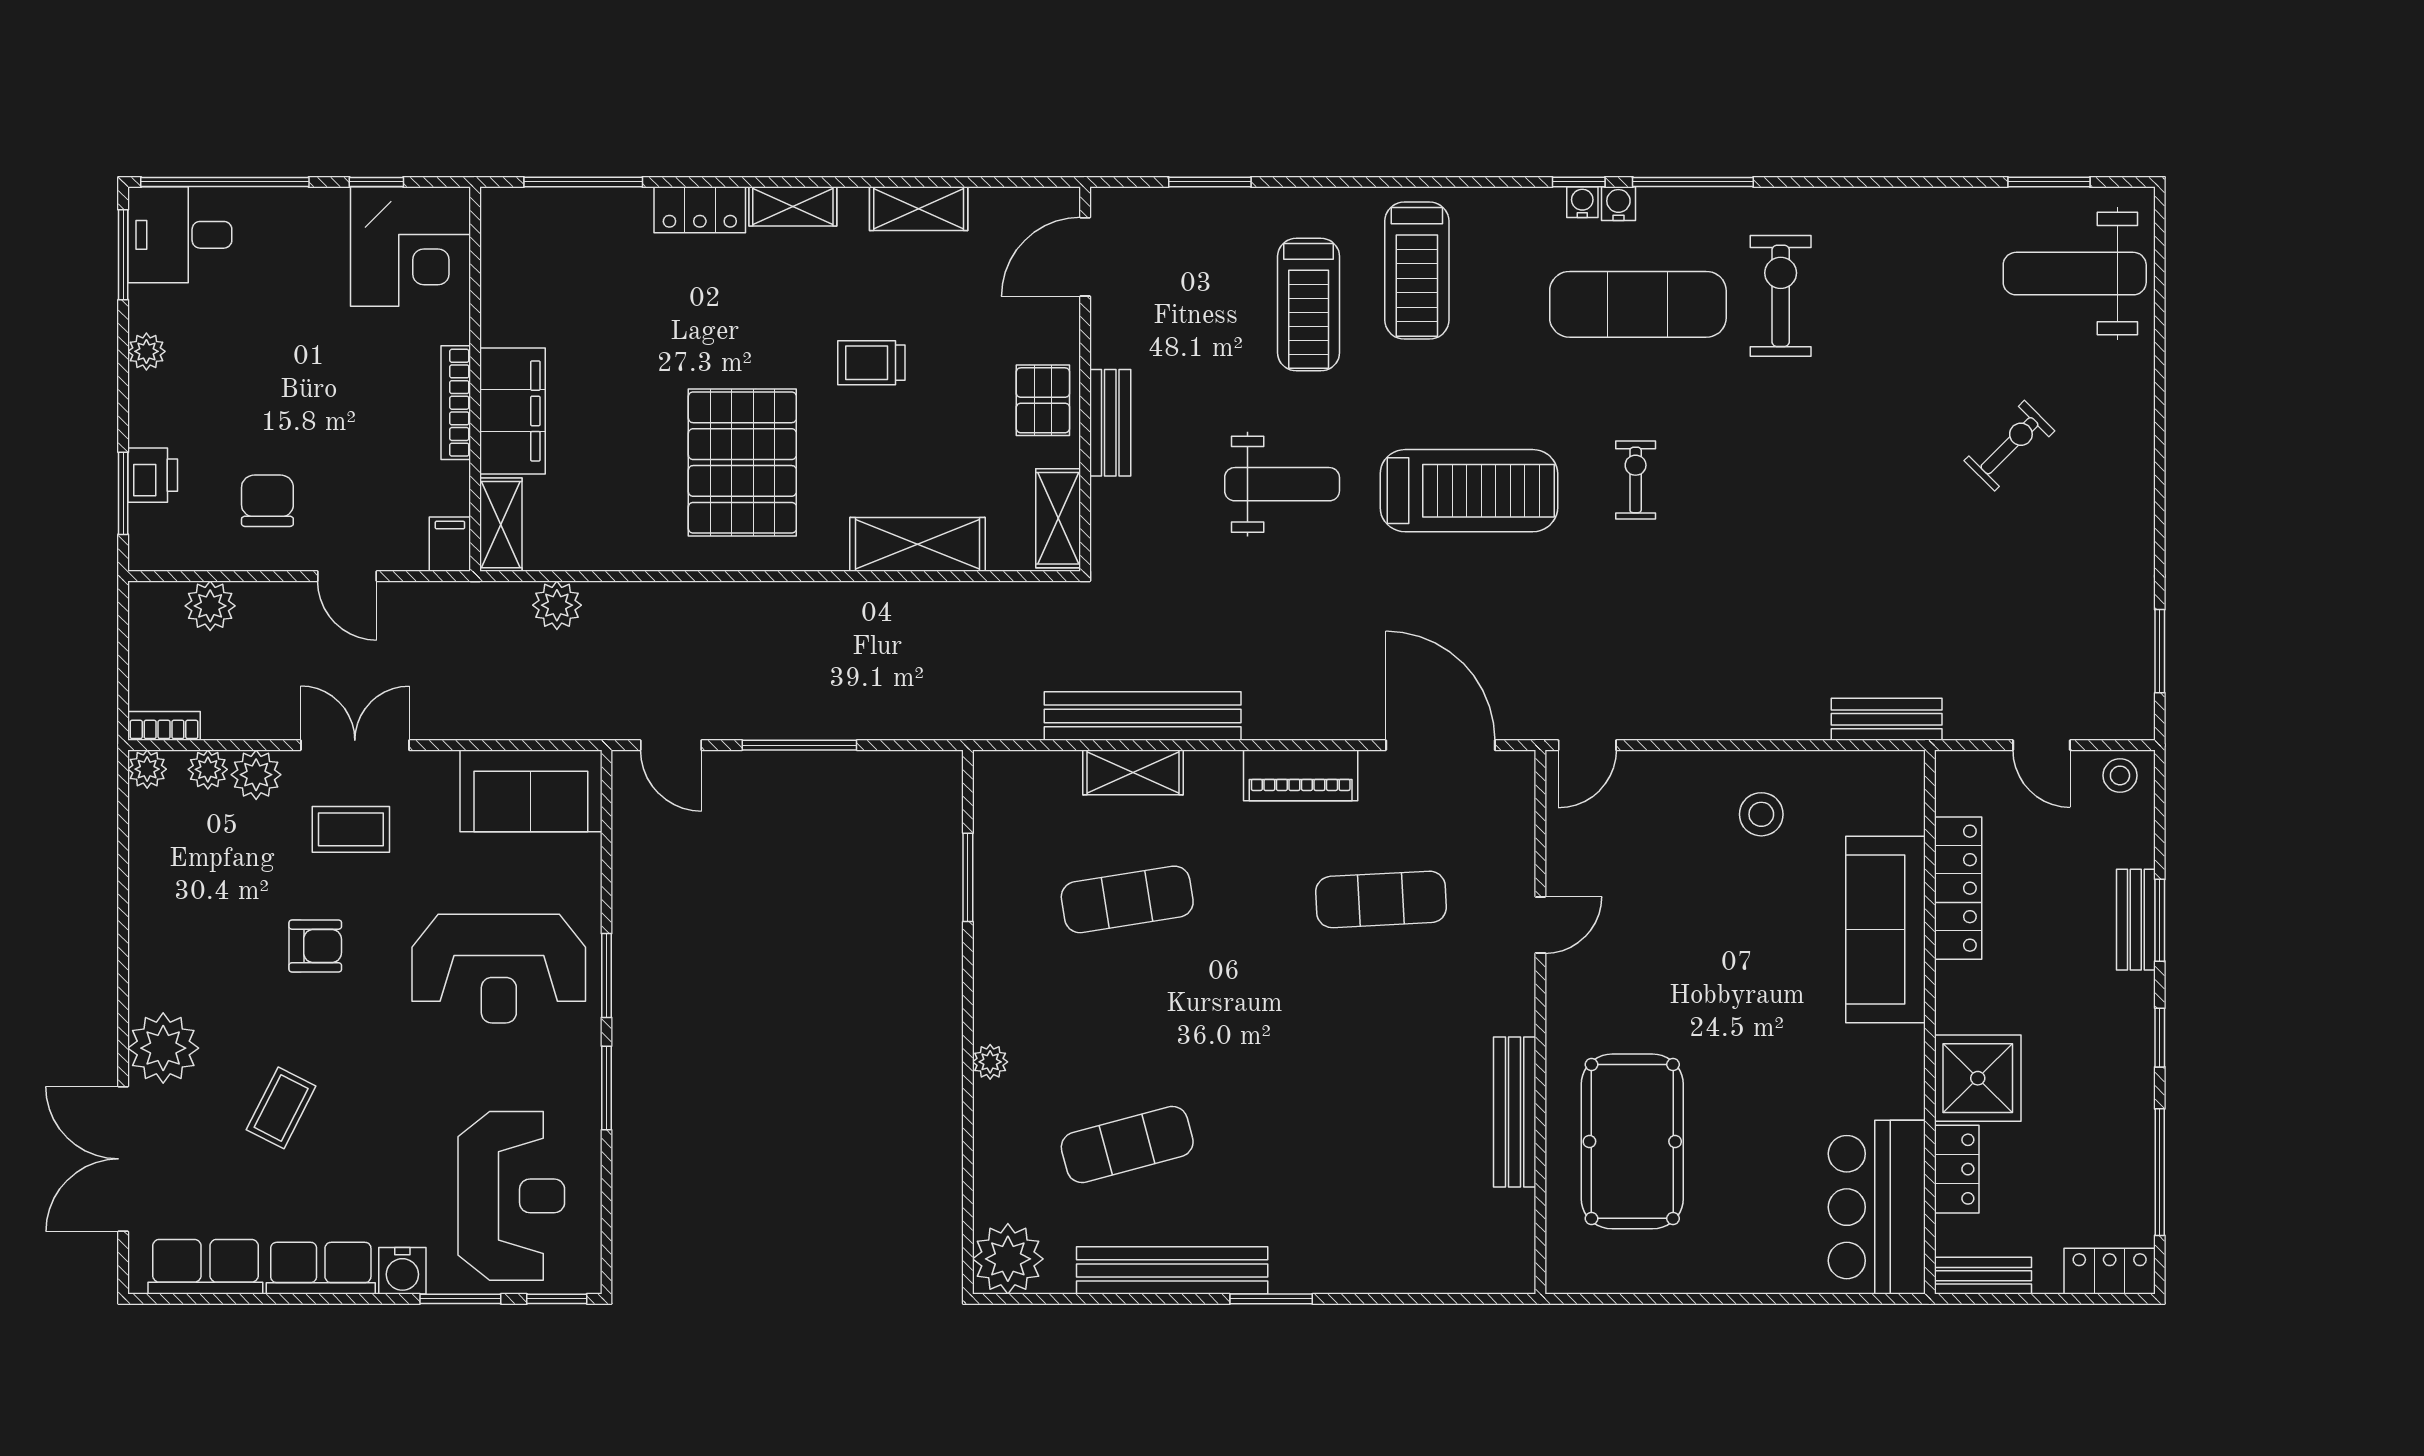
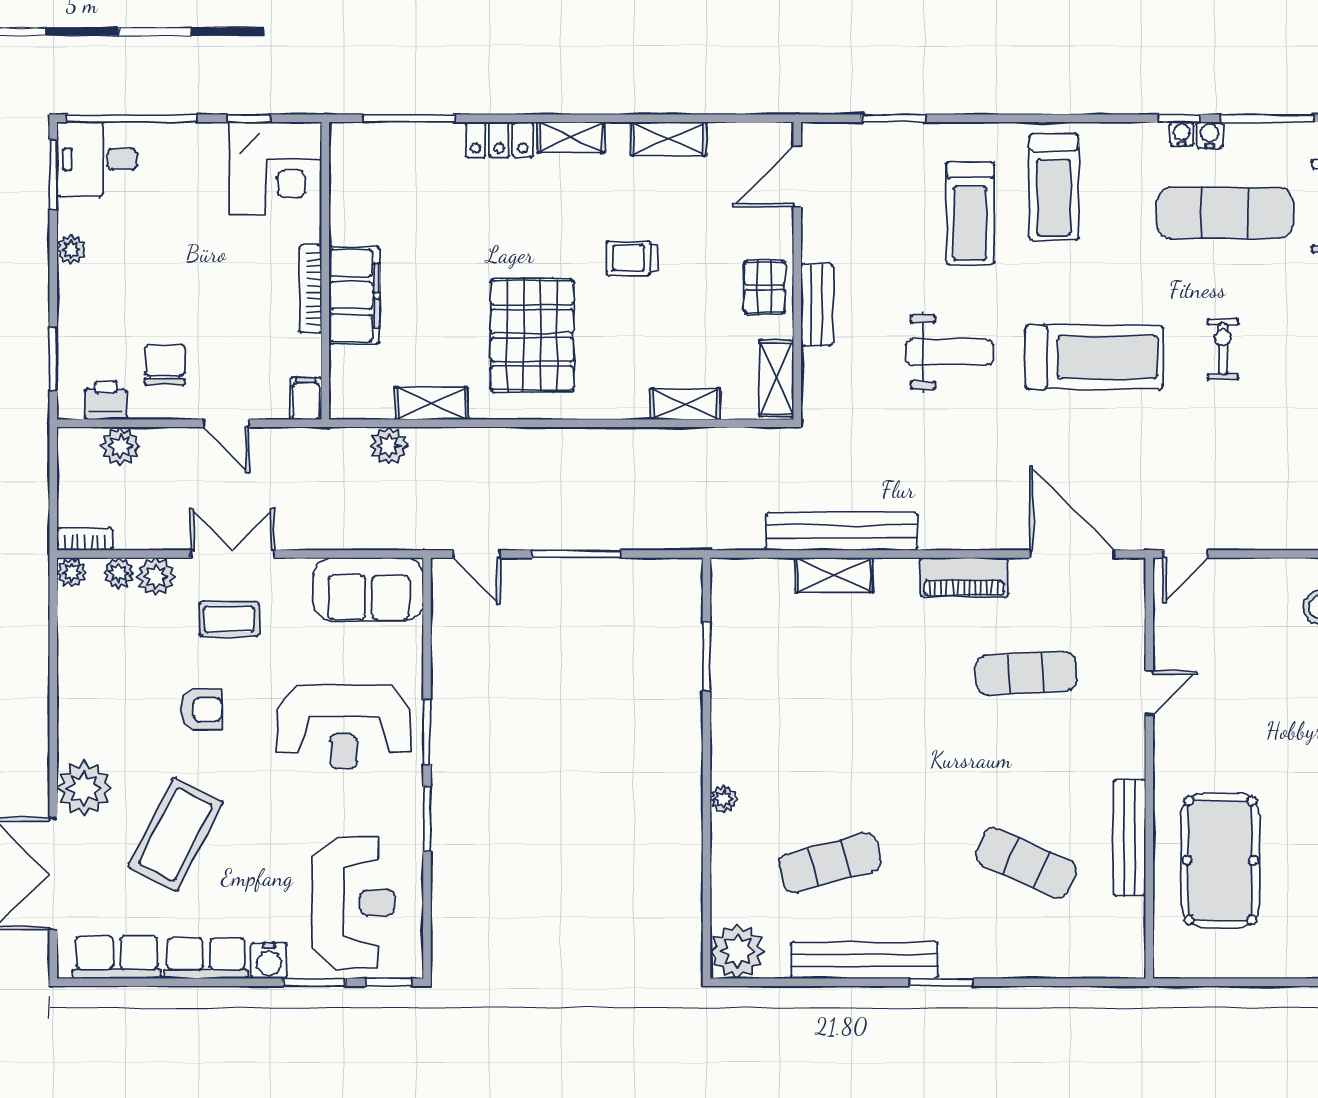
printer: (153, 475) -> (106, 400), moved, turned -90
shelving: (501, 525) -> (431, 403), moved, turned 90
shelving: (918, 544) -> (685, 404), width x0.67, depth x0.75
exercise mat: (1127, 899) -> (1026, 863), moved, turned 33
coffee table: (281, 1108) -> (175, 834), width x1.86, depth x1.72

